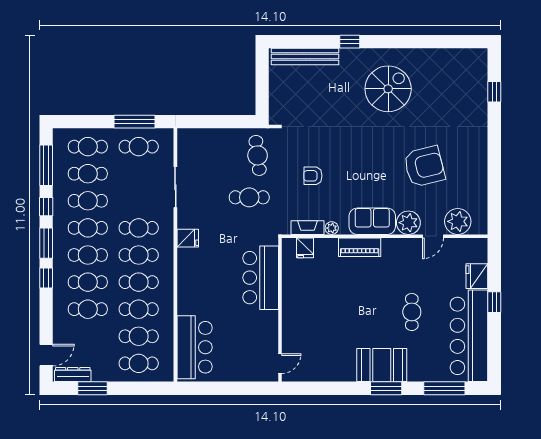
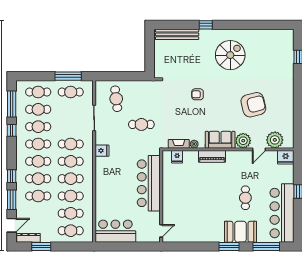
cafe table: (258, 155) -> (116, 99), moved
armchair: (313, 176) -> (198, 94), moved
window: (46, 243) -> (12, 200), moved
fridge: (477, 276) -> (286, 157), moved, turned -90
bar counter: (261, 278) -> (149, 183), width x1.36
bar counter: (195, 347) -> (115, 231), moved, turned -90
booth: (382, 365) -> (240, 232), moved

